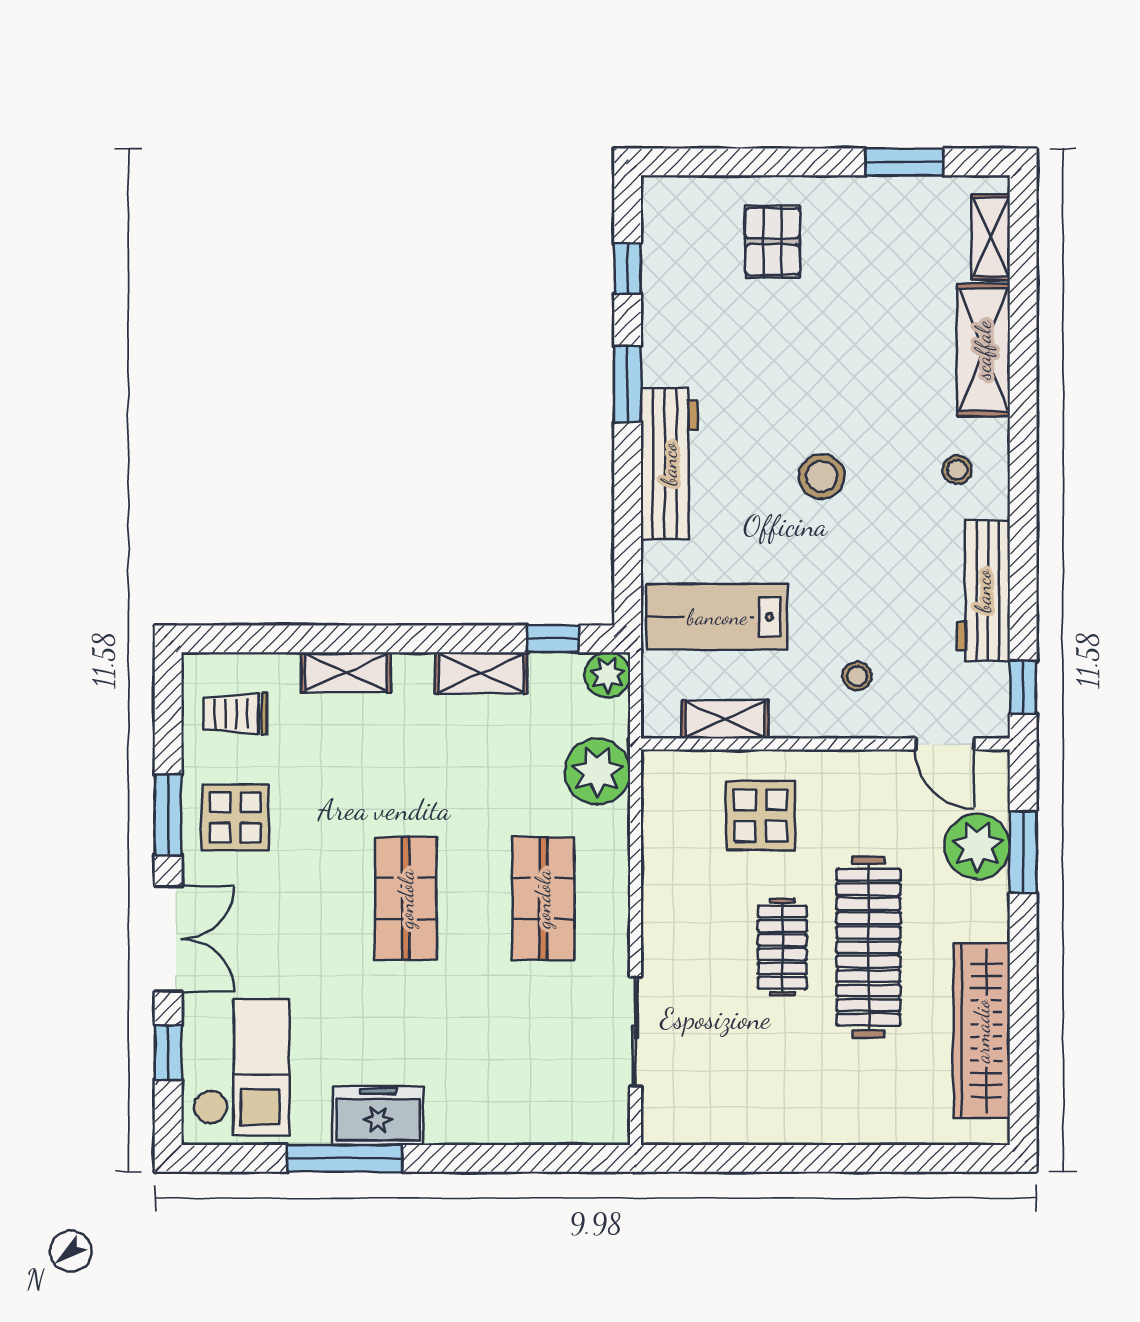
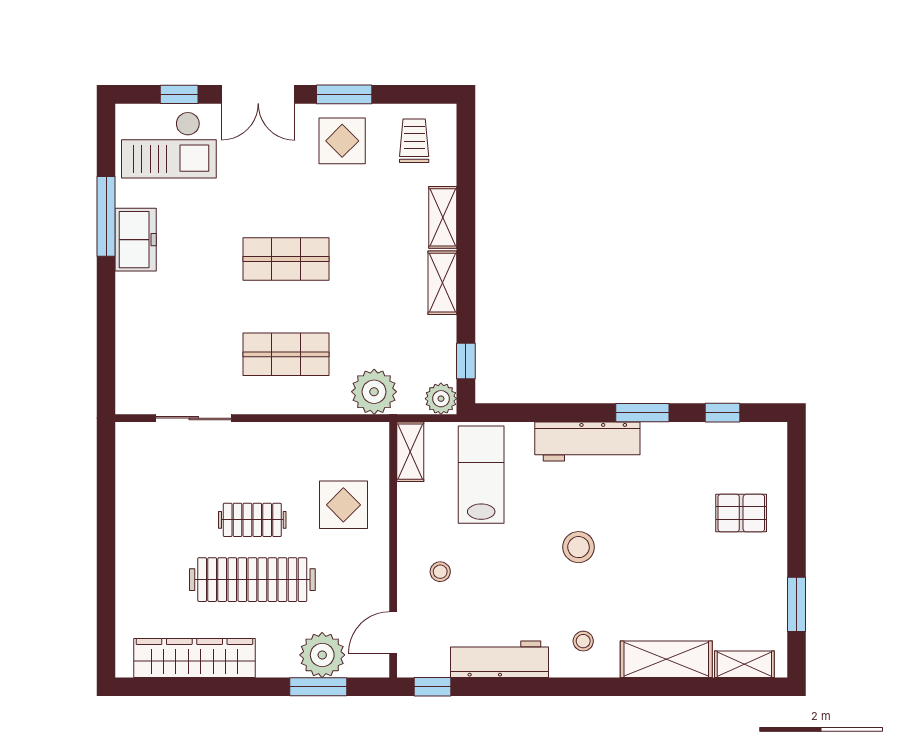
shelving: (481, 673) -> (442, 283), moved
shelving: (725, 719) -> (410, 452), moved

